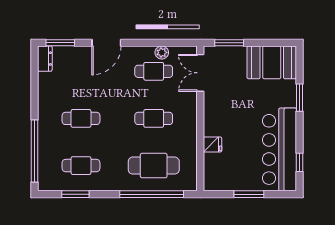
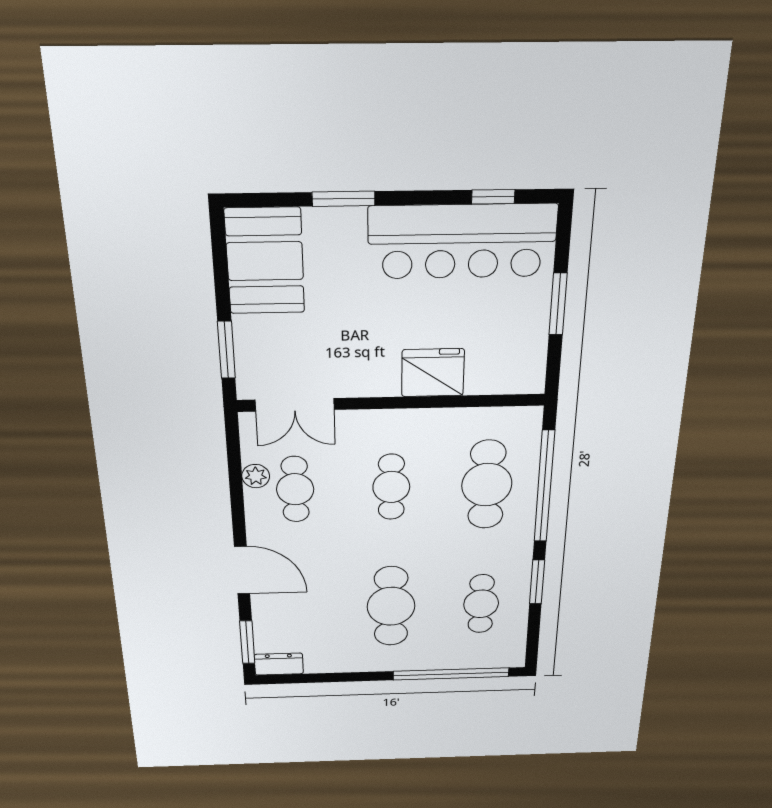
cafe table: (81, 118) -> (391, 606), width x1.37, depth x1.35
fridge: (212, 144) -> (433, 373), width x1.88, depth x1.34
window: (75, 194) -> (537, 582), moved

